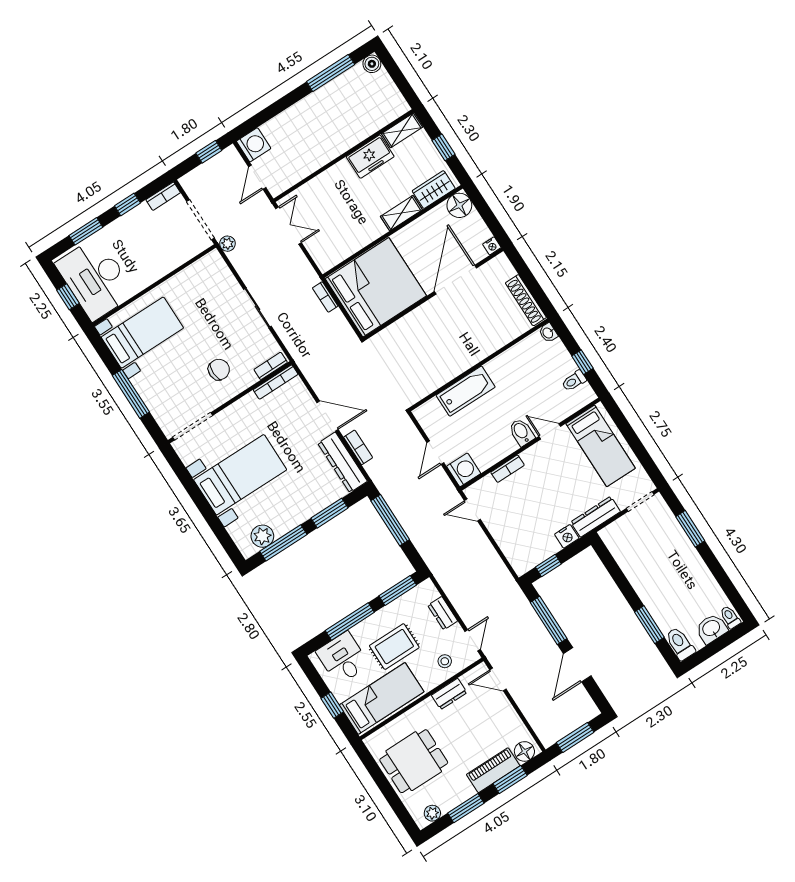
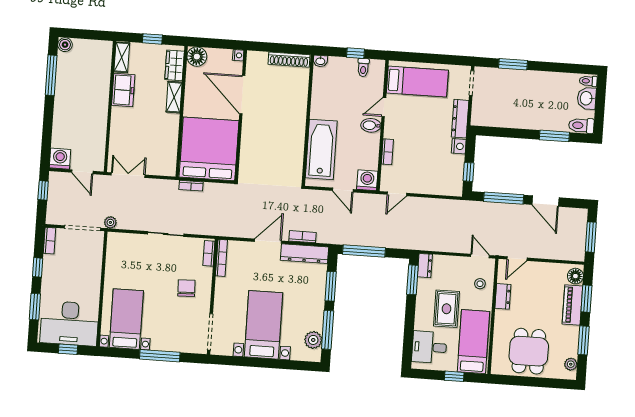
bathtub: (466, 391) -> (321, 149), width x1.36, depth x1.36
dresser: (443, 613) -> (425, 266), moved, turned -90
window: (350, 621) -> (409, 325), removed

